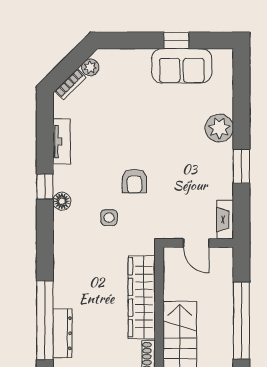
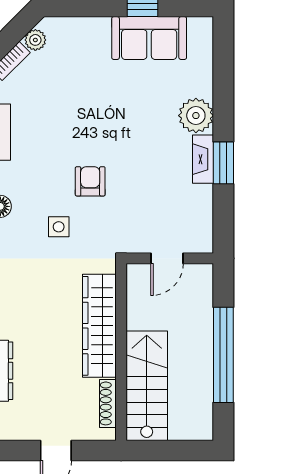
armchair: (134, 181) -> (90, 181), turned 180
fireplace: (225, 220) -> (203, 159), moved
door: (196, 243) -> (167, 258), hinge flipped

